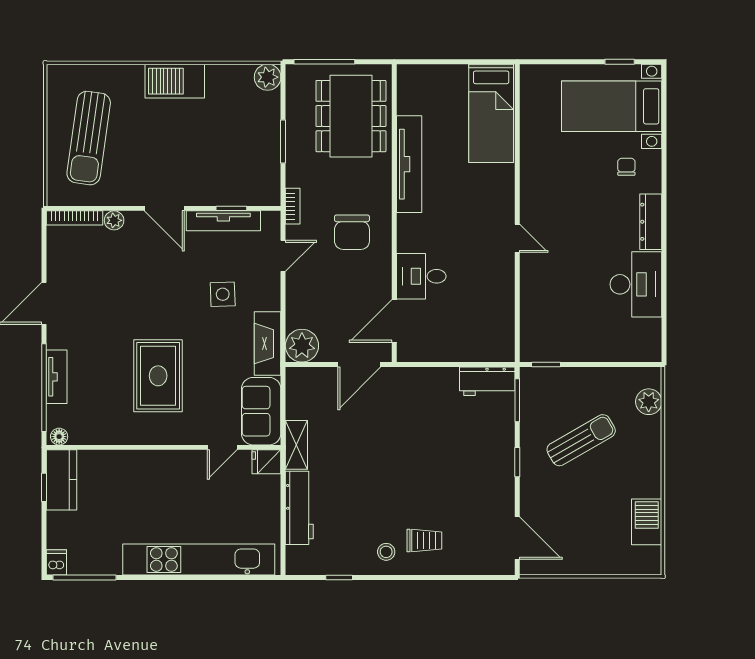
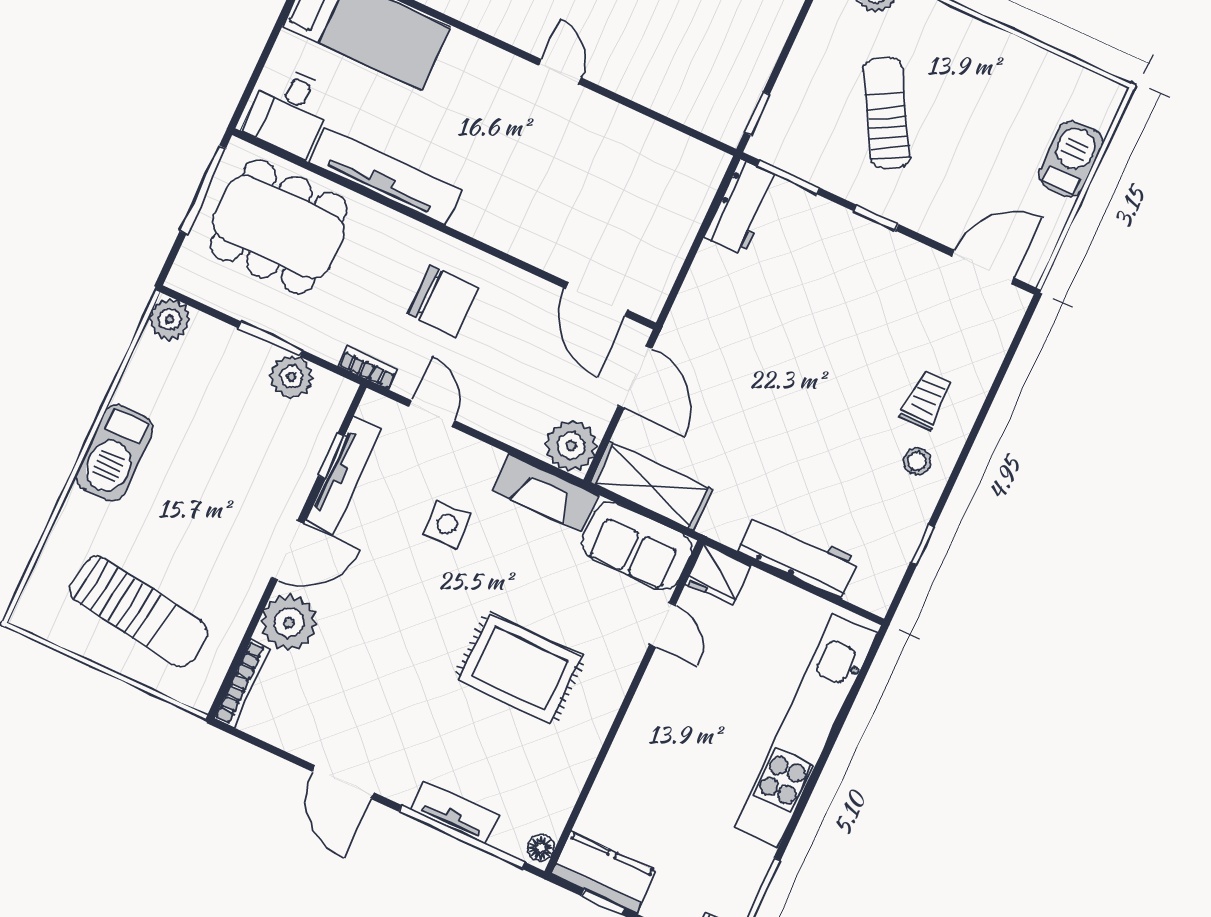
window: (324, 62) -> (203, 190), moved
plant: (267, 164) -> (291, 377), added
plant: (114, 220) -> (289, 623), width x1.88, depth x1.88
door: (517, 238) -> (560, 72), hinge flipped
desk: (421, 276) -> (289, 111), moved
shelving: (296, 445) -> (651, 486), moved, width x1.50, depth x1.33
fridge: (266, 462) -> (718, 575), width x1.38
barbecue: (647, 522) -> (1071, 159), moved, turned 90

